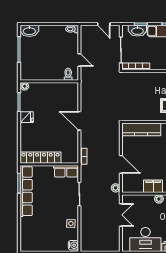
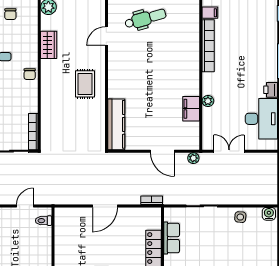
door: (121, 164) -> (162, 151), swing flipped
row of seats: (66, 171) -> (172, 238), moved

